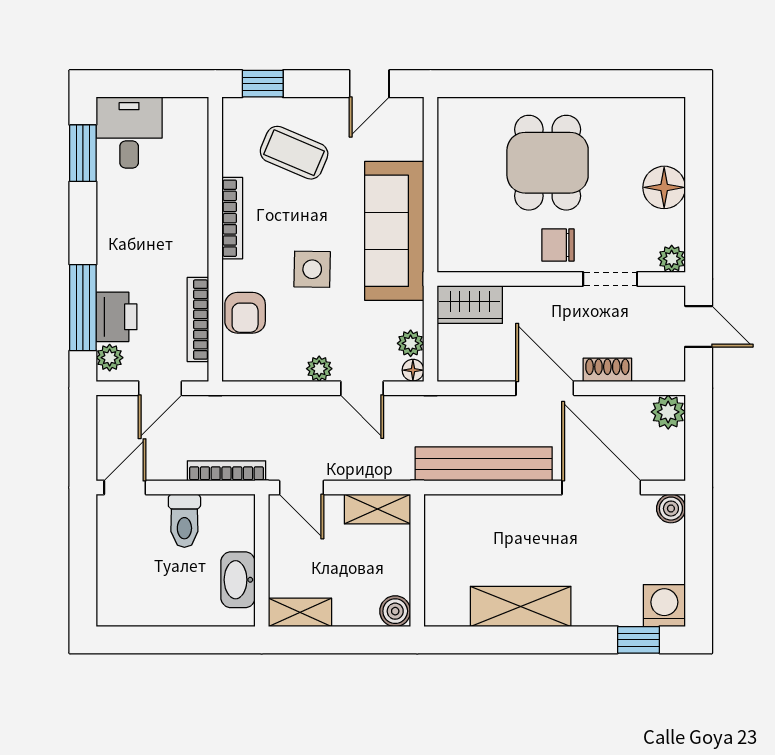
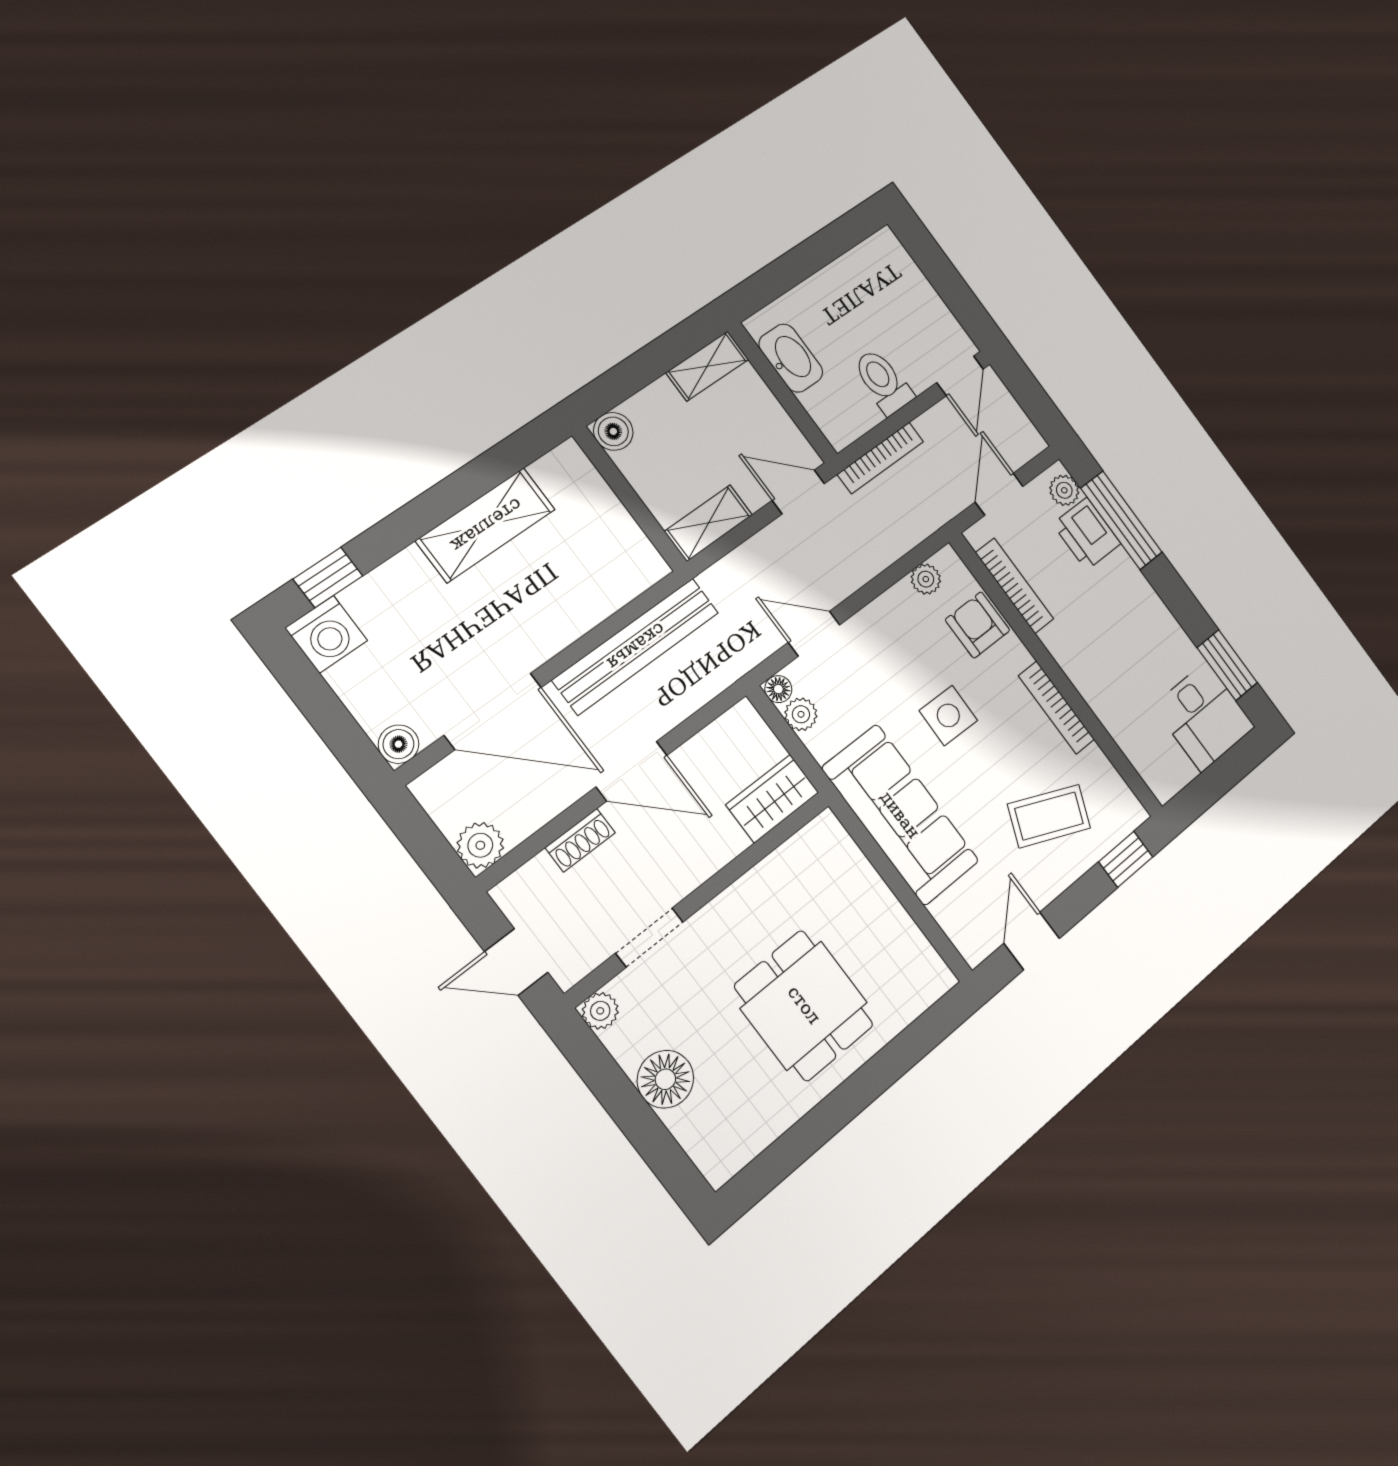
chair: (558, 245) -> (730, 930), removed
plant: (319, 369) -> (926, 579), moved

